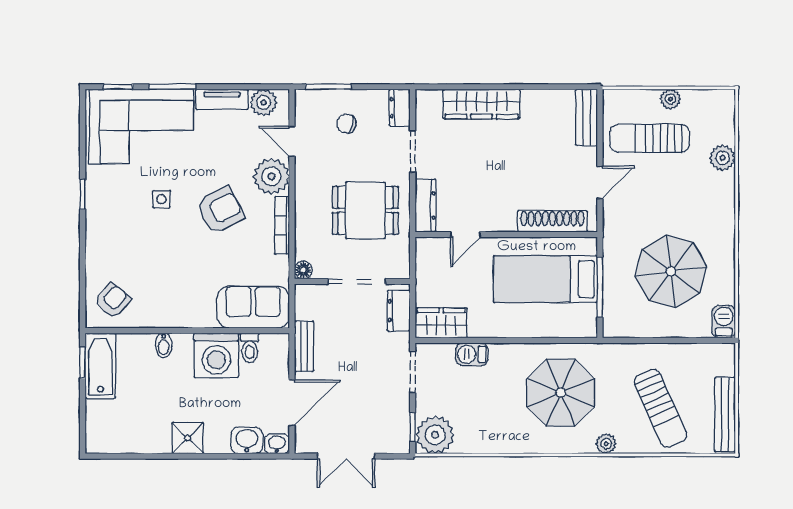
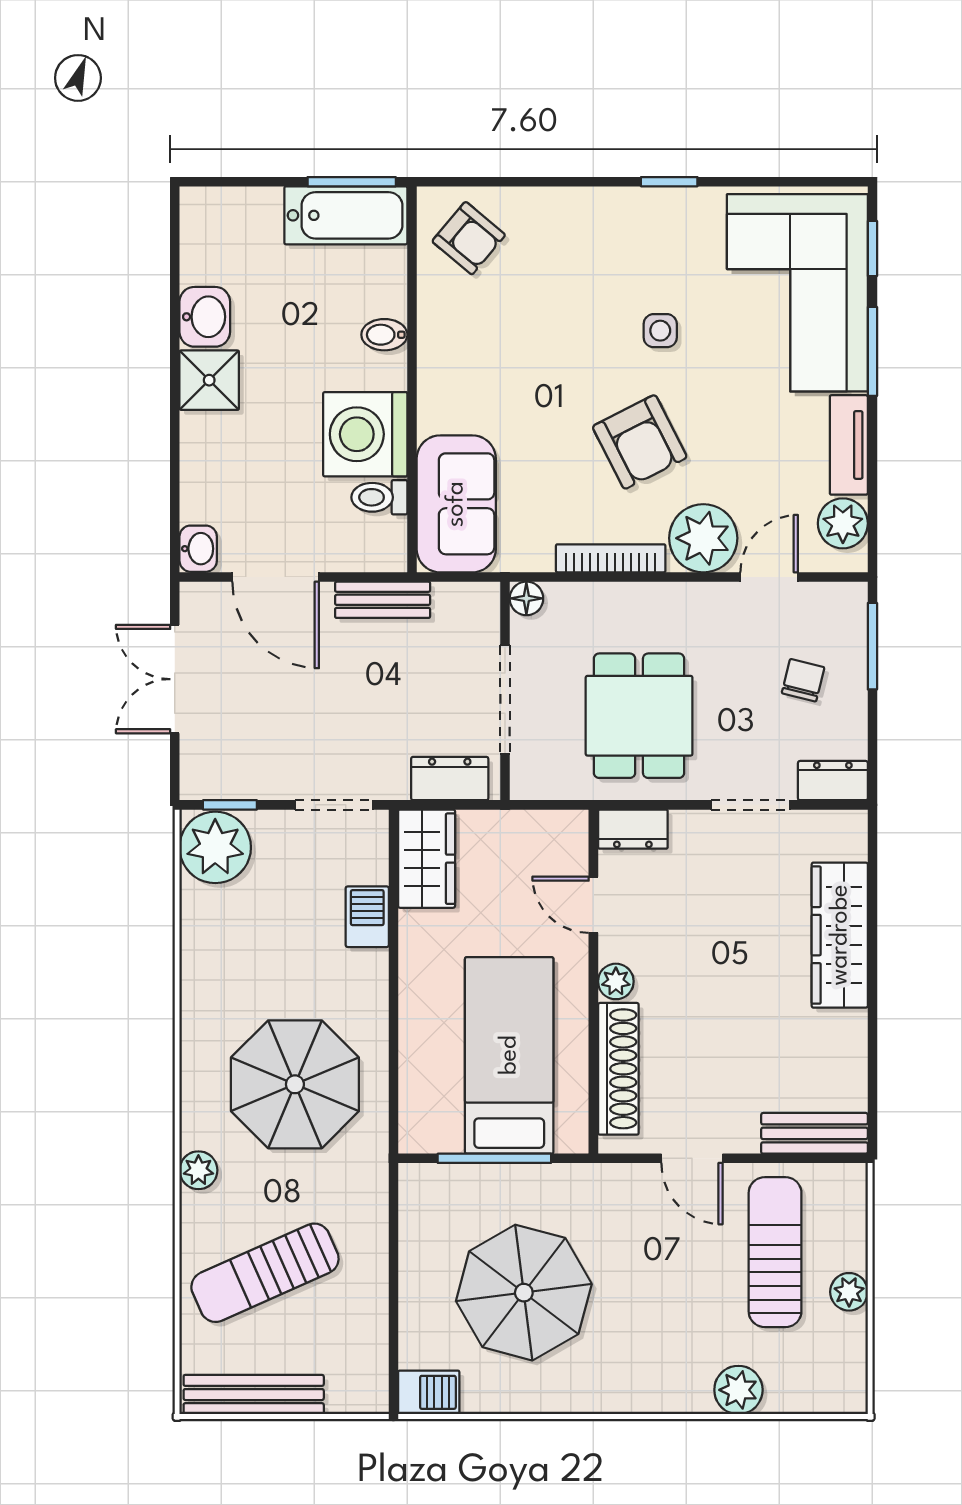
dresser: (425, 206) -> (633, 829), width x0.70
plant: (506, 223) -> (616, 981), added
window: (83, 363) -> (352, 182), width x1.50
washbasin: (247, 440) -> (205, 317), moved

